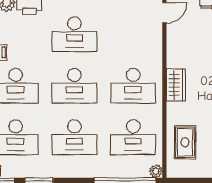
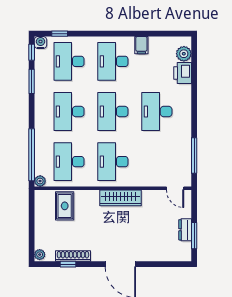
wardrobe: (176, 85) -> (121, 198), width x1.50
rug: (185, 142) -> (65, 206), turned 90

